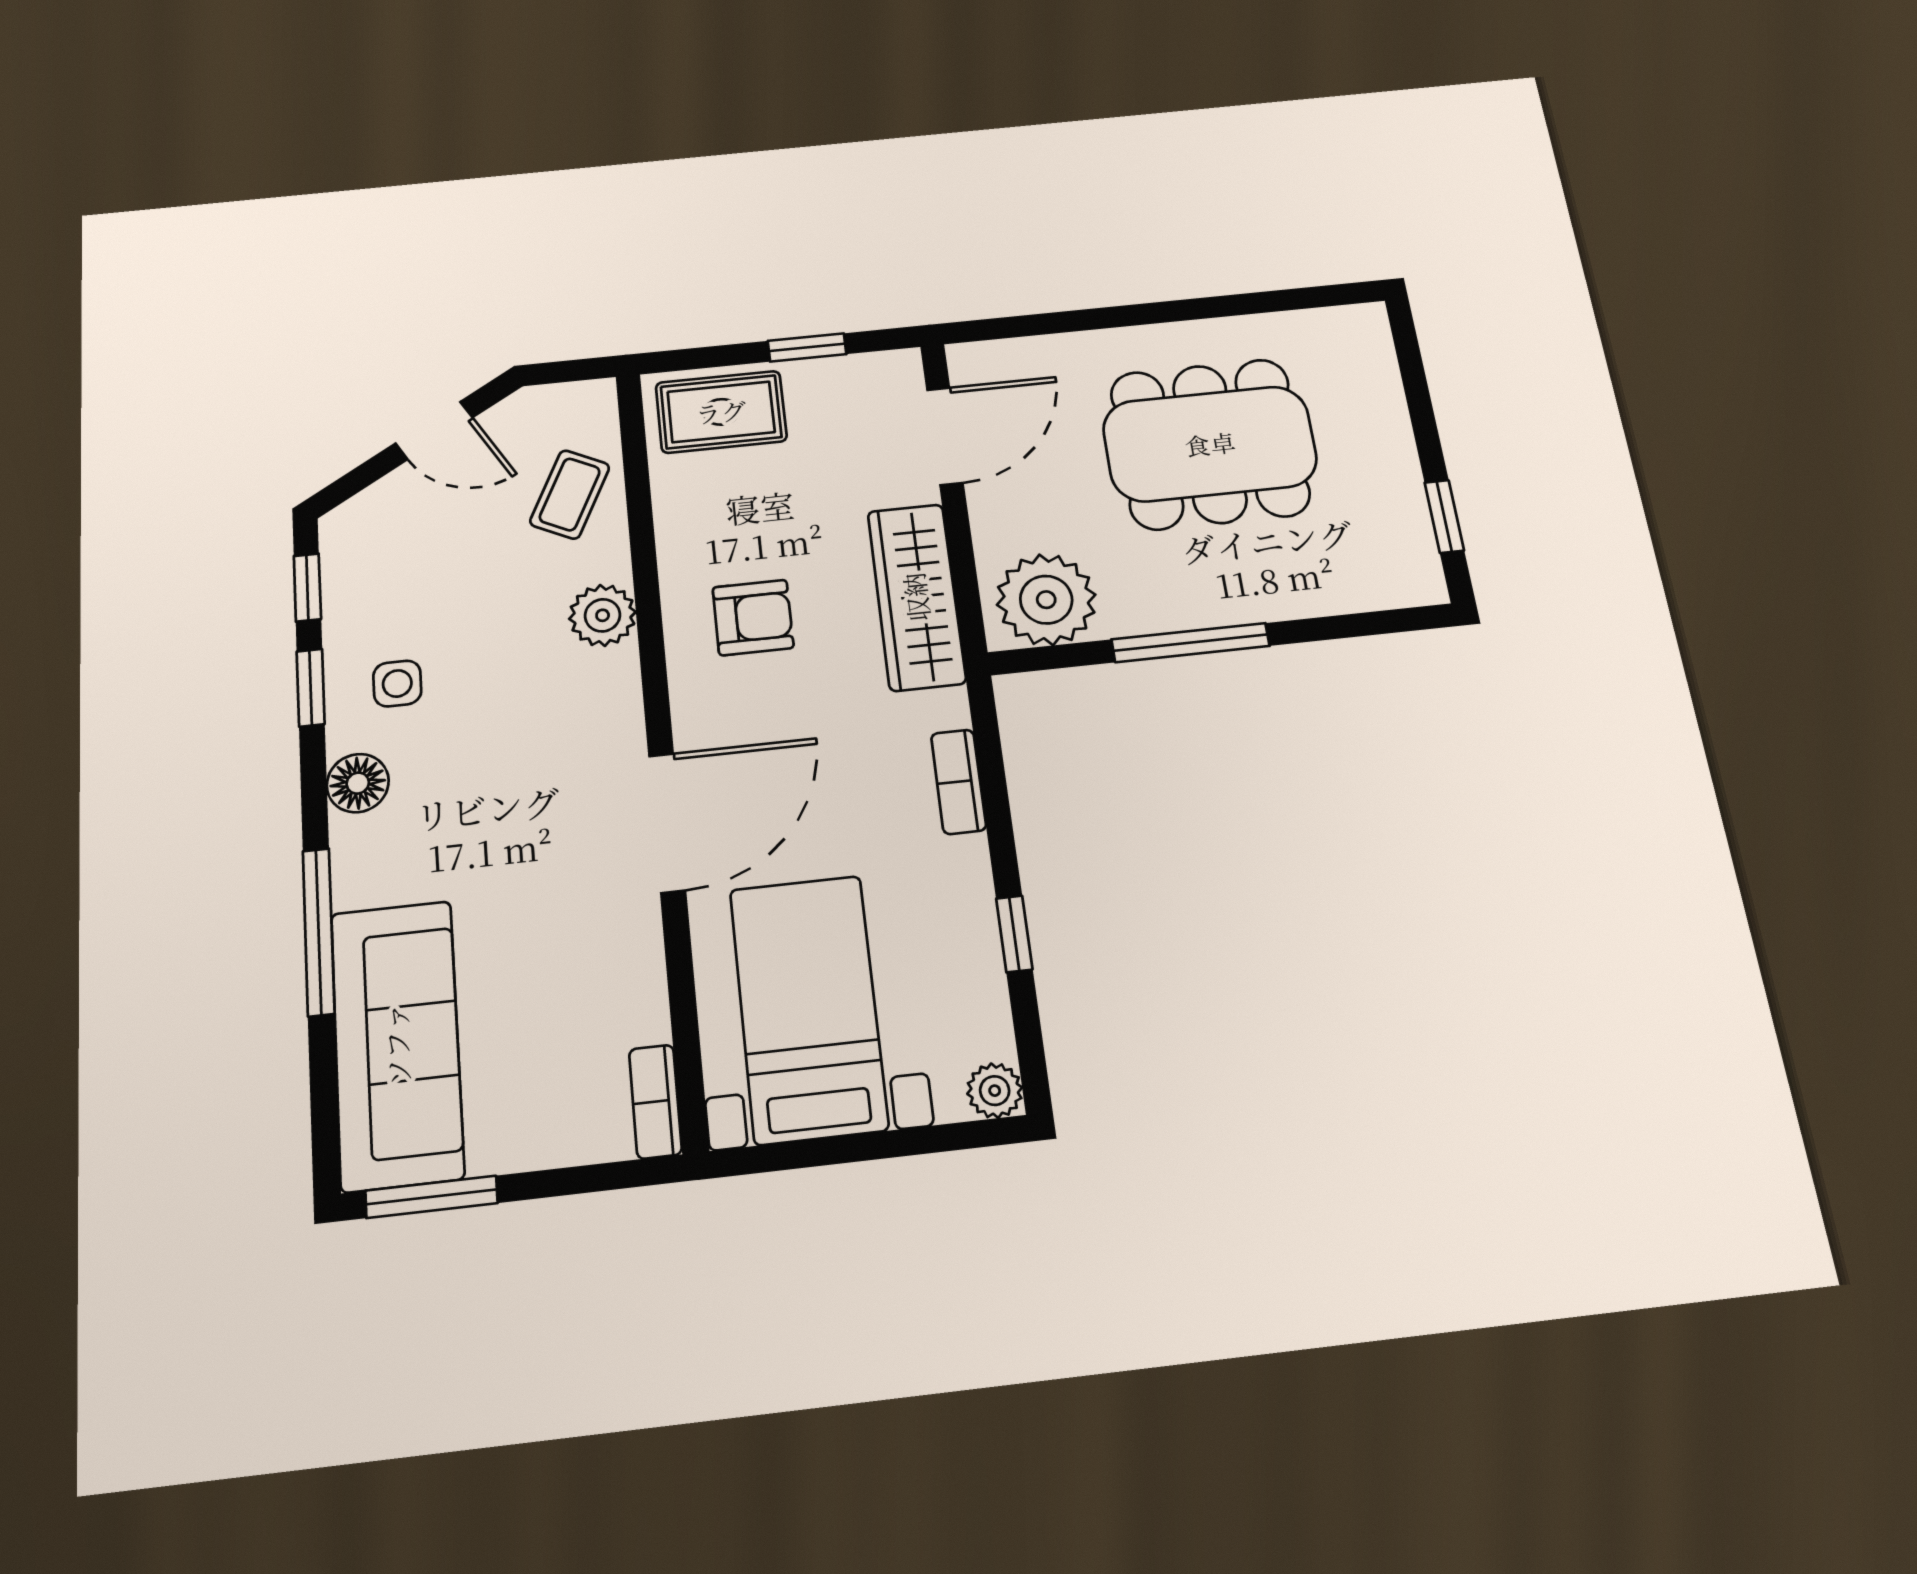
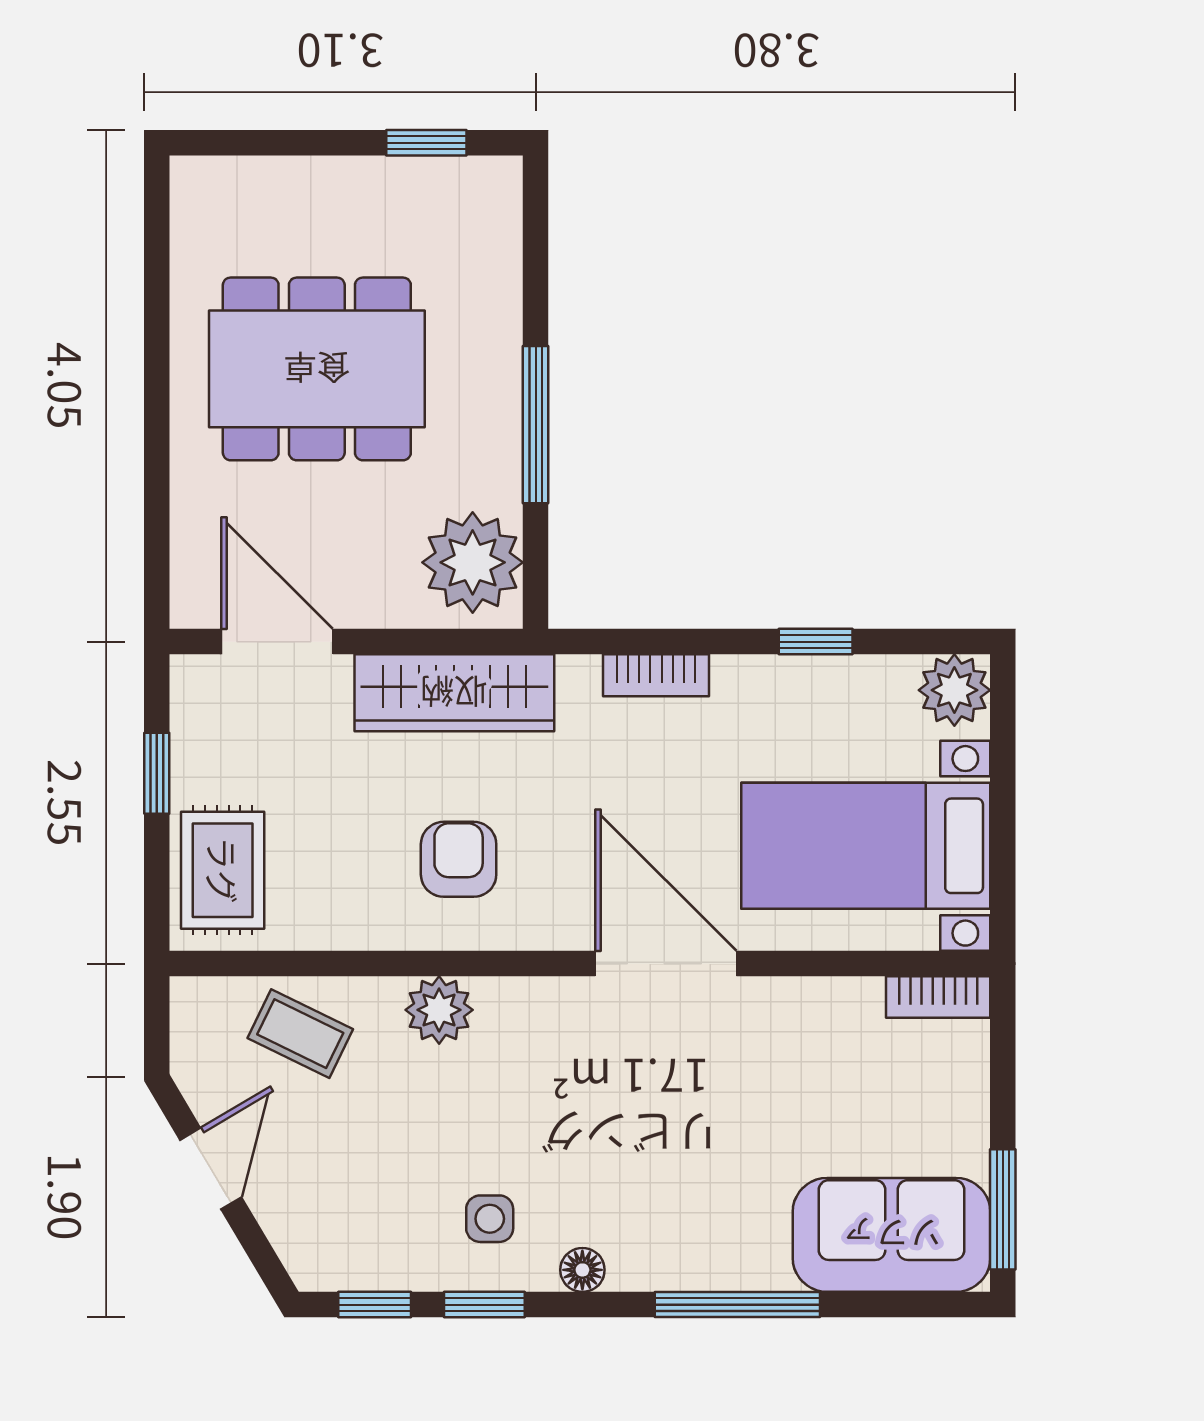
dining table: (1210, 444) -> (317, 369), turned 90
floor lamp: (358, 783) -> (582, 1270), width x0.73, depth x0.73
sofa: (397, 1044) -> (892, 1235), width x0.73
plant: (995, 1091) -> (954, 690), width x1.38, depth x1.38

